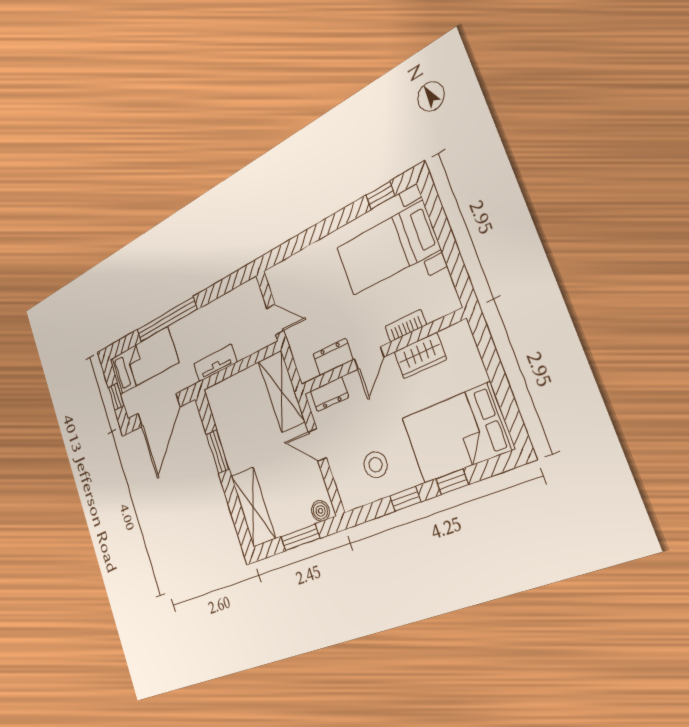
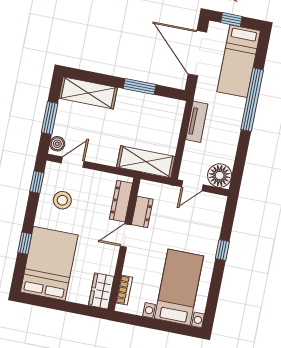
window: (381, 195) -> (222, 250), moved
floor lamp: (249, 297) -> (220, 176), added
bookcase: (406, 326) -> (124, 290), moved
wardrobe: (420, 356) -> (101, 291), moved
door: (369, 358) -> (126, 236), hinge flipped
dresser: (329, 394) -> (121, 201), width x1.44
door: (317, 445) -> (73, 162), moved
window: (405, 499) -> (37, 182), moved

